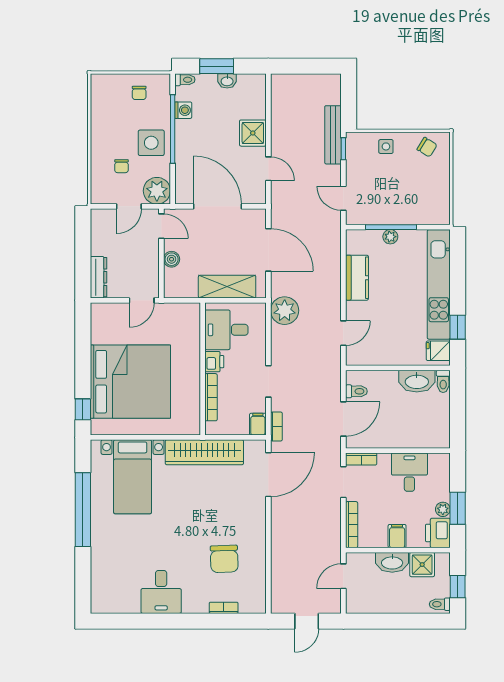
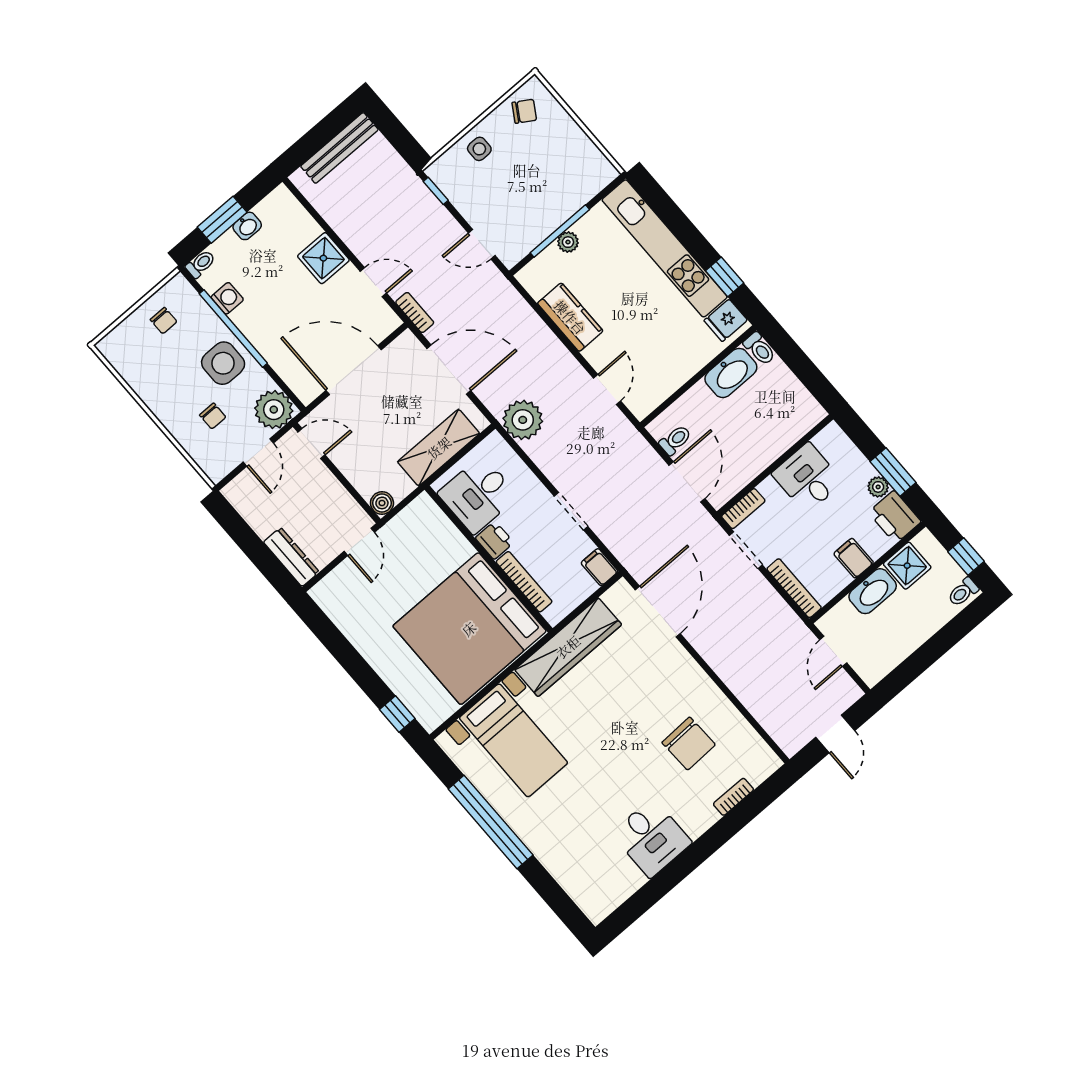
bench: (333, 135) -> (339, 148), moved, turned 90
boiler: (172, 259) -> (382, 503), moved
bed: (130, 382) -> (469, 629), moved, turned 180
bookcase: (276, 427) -> (415, 313), moved

